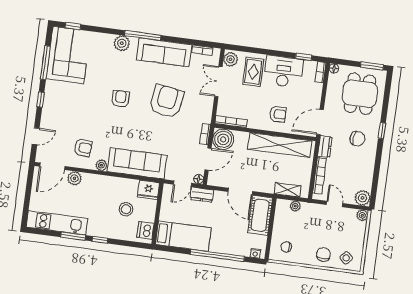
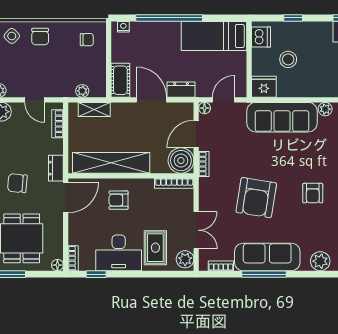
window: (143, 35) -> (264, 274), moved
bookcase: (320, 176) -> (58, 124), width x0.64
dresser: (202, 195) -> (181, 90), moved
cot: (260, 215) -> (120, 80), width x0.73, depth x0.75
window: (100, 240) -> (293, 18), moved

